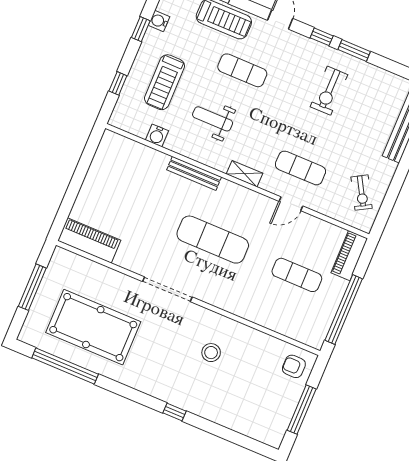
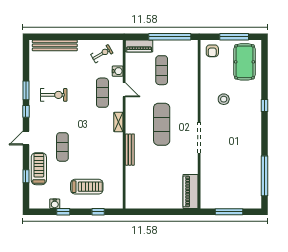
weight bench: (213, 119) -> (96, 152), removed
water cooler: (157, 135) -> (118, 71), moved
pool table: (93, 327) -> (244, 62), moved, width x0.73, depth x0.76

